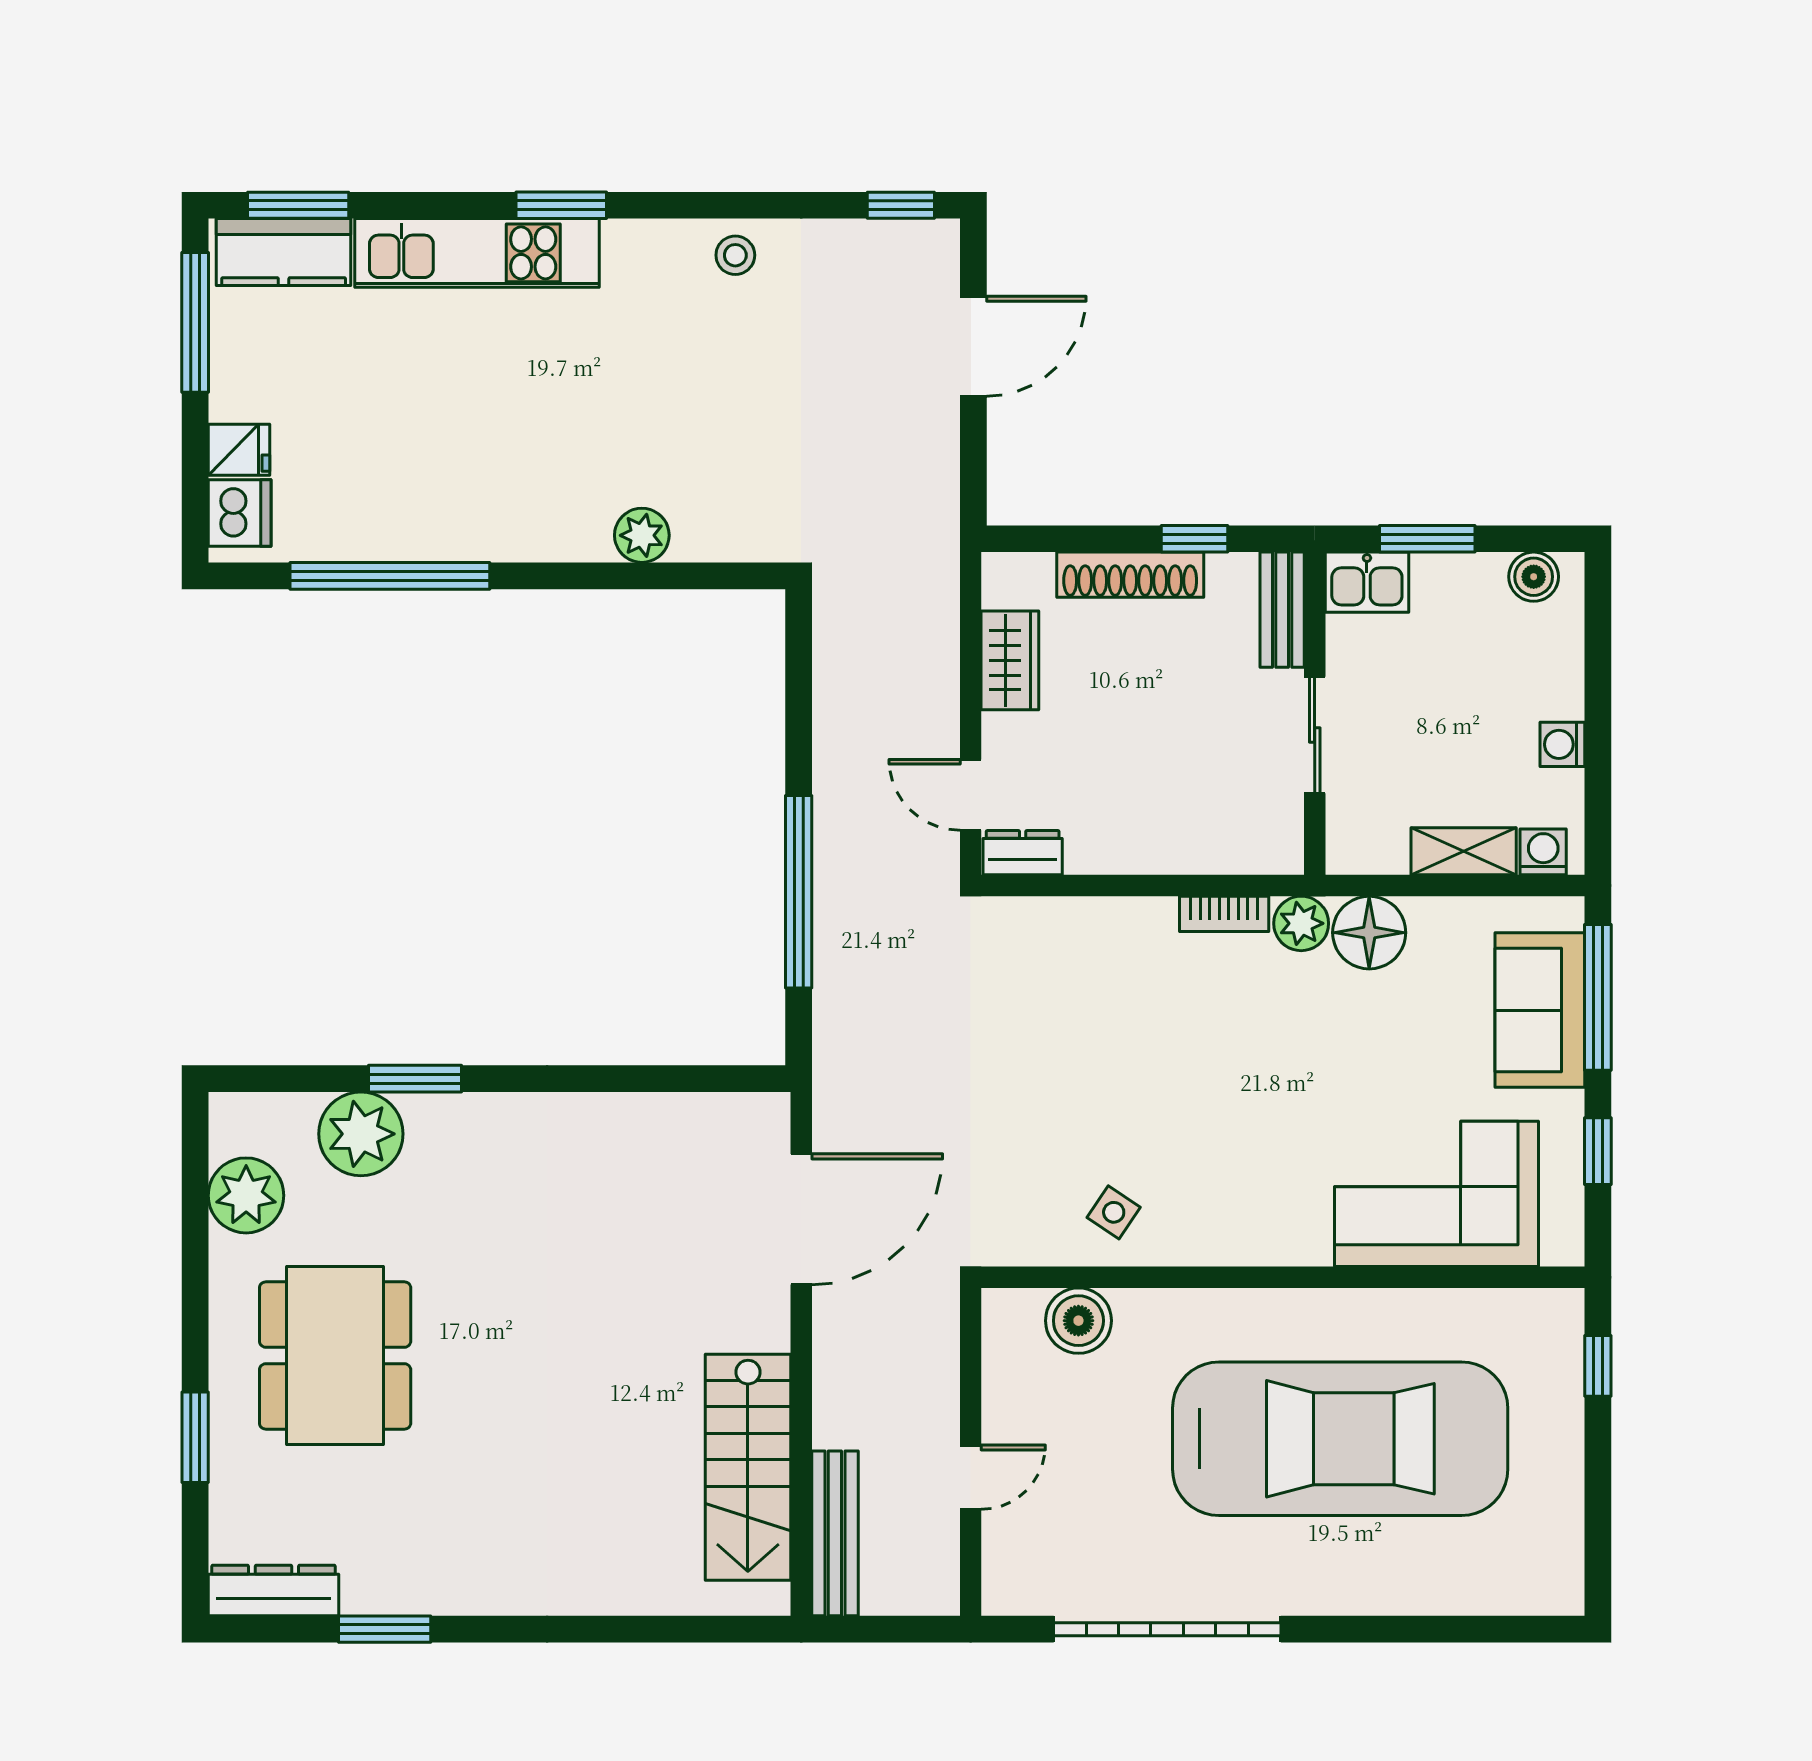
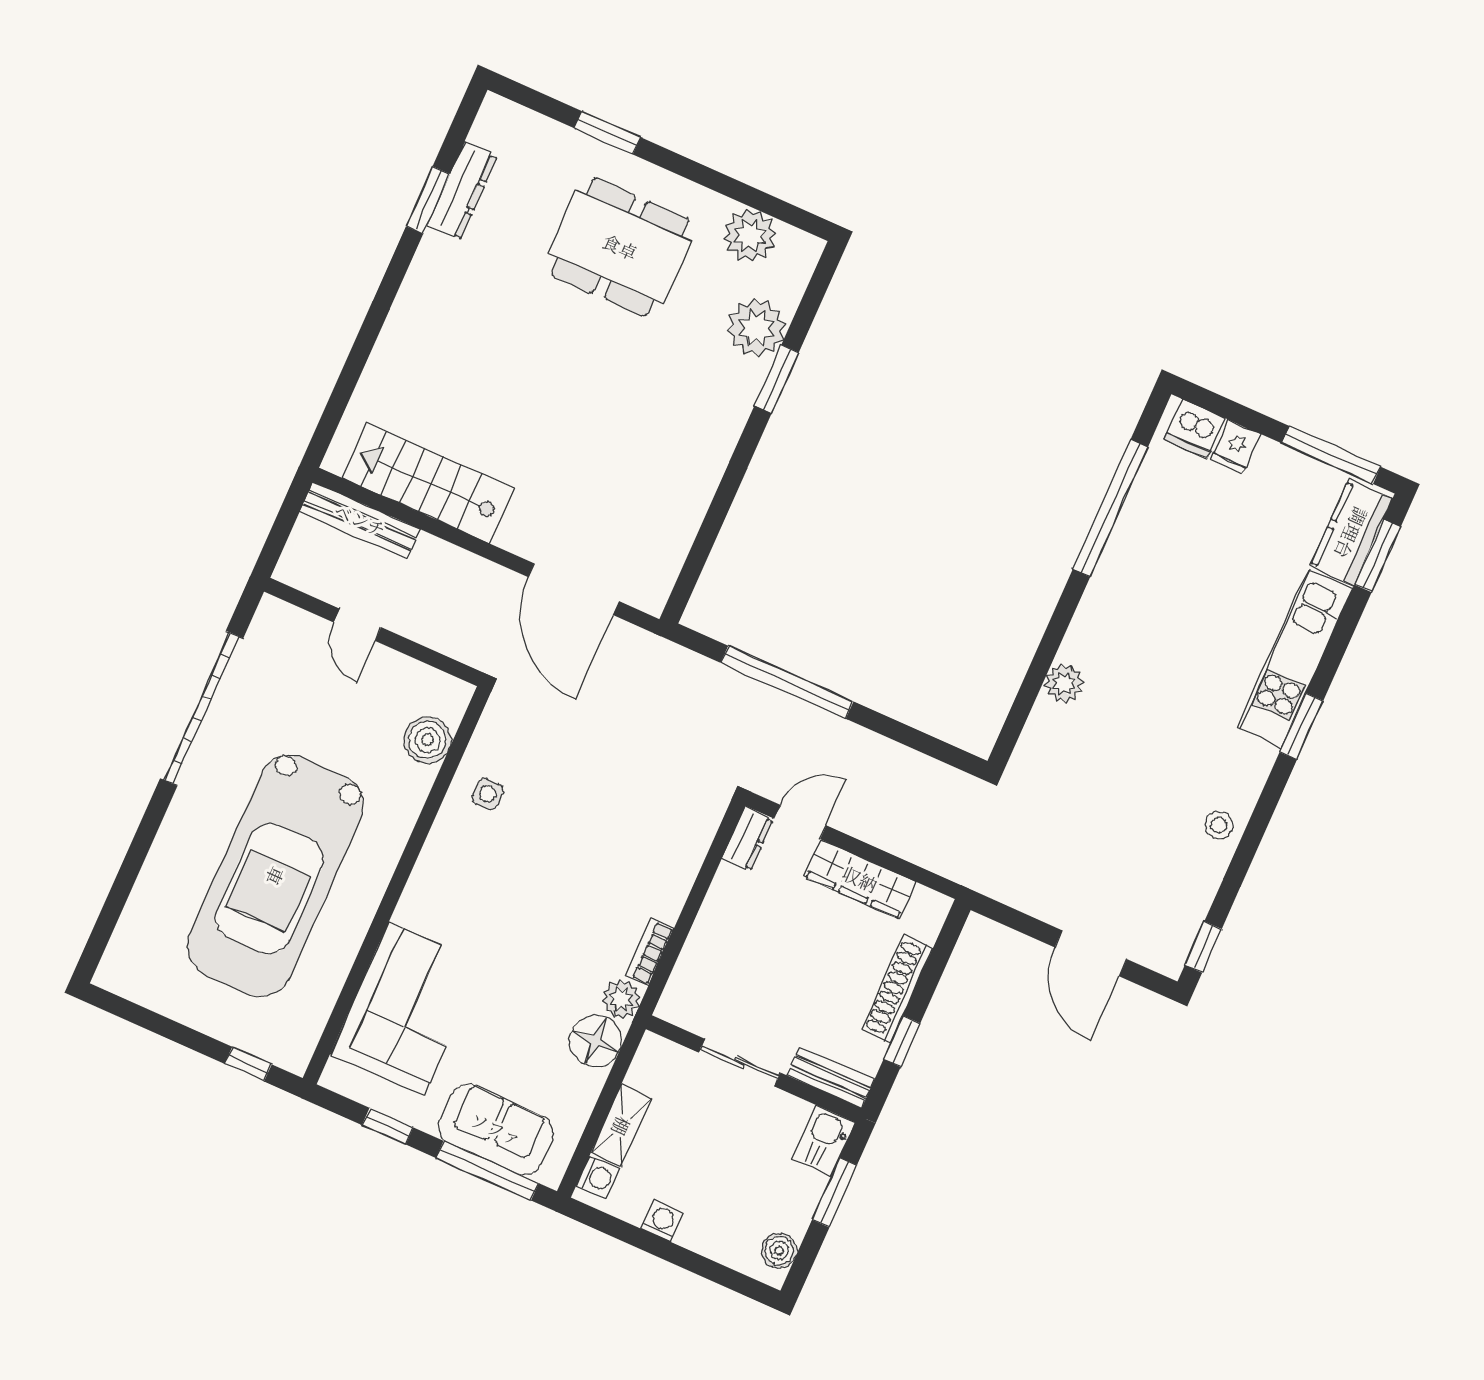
wardrobe: (1010, 660) -> (860, 879), width x1.50
side table: (1114, 1212) -> (488, 794), turned -34
dresser: (273, 1591) -> (462, 191), moved

